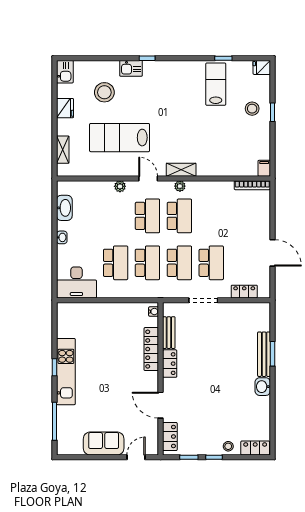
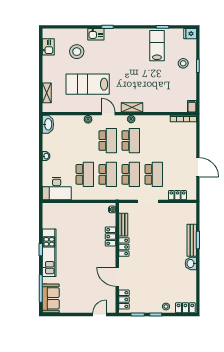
kitchen sink: (65, 72) -> (48, 47), moved
fridge: (65, 108) -> (48, 63), removed
washbasin: (64, 208) -> (48, 124), moved
locker: (151, 349) -> (111, 237), width x0.66
sofa: (104, 444) -> (51, 298), moved, turned 90

